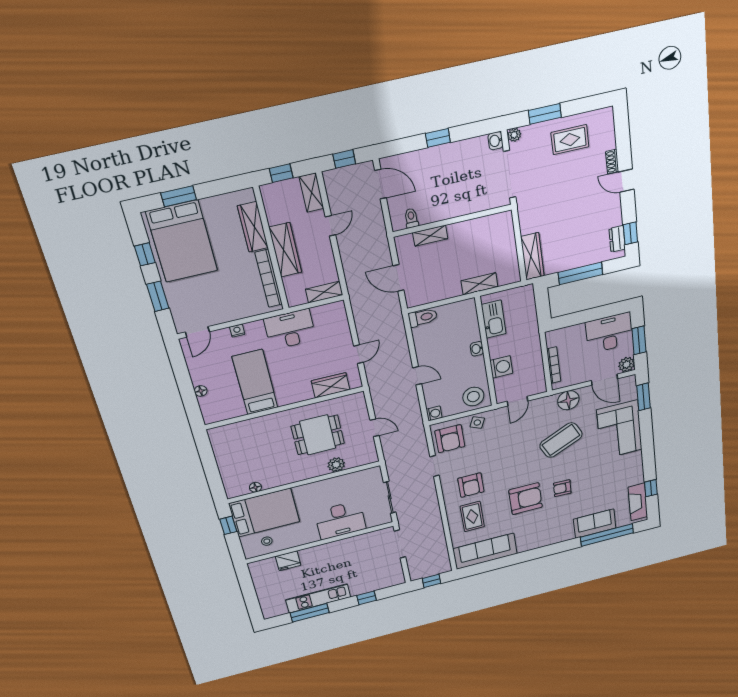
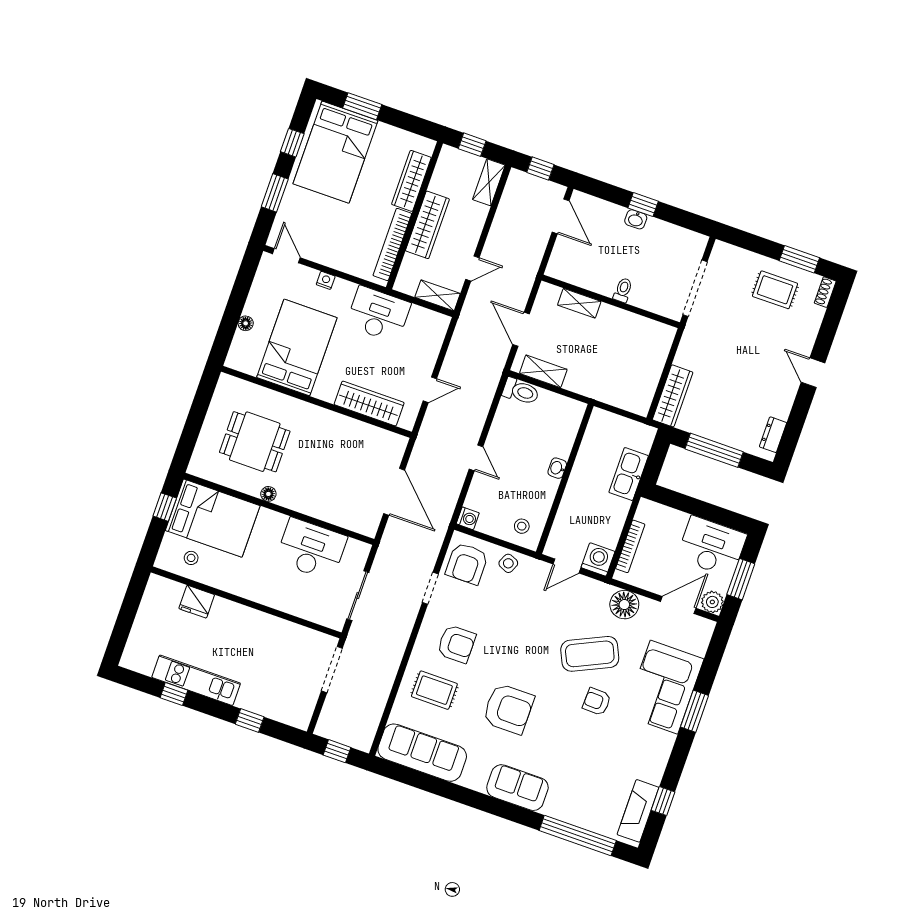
window: (545, 114) -> (799, 259), moved
plant: (514, 135) -> (721, 249), removed
washbasin: (496, 141) -> (636, 219), moved, turned -90
shoe rack: (612, 162) -> (825, 292), moved
toilet: (411, 218) -> (623, 290), moved
door: (330, 226) -> (472, 268), moved
window: (630, 233) -> (790, 437), removed
shelving: (479, 284) -> (543, 371), moved
kitchen sink: (494, 319) -> (629, 474), moved, turned 180
door: (197, 332) -> (286, 256), swing flipped
washing machine: (501, 367) -> (598, 559), moved, turned -90
door: (604, 380) -> (678, 605), swing flipped
bed: (255, 382) -> (297, 348), width x1.50
wardrobe: (331, 385) -> (369, 403), width x1.50
stool: (473, 397) -> (522, 526), width x0.53, depth x0.53
window: (644, 397) -> (694, 711), moved
door: (375, 428) -> (394, 492), width x1.87
dining table: (318, 435) -> (255, 442), moved
plant: (336, 465) -> (326, 510), removed
armchair: (471, 485) -> (456, 644), turned -90
floor lamp: (255, 487) -> (268, 494), moved
armchair: (562, 488) -> (597, 702), moved
rug: (472, 516) -> (434, 690), turned 90
desk: (340, 520) -> (311, 549), moved, turned 180
sofa: (595, 524) -> (517, 788), moved
window: (310, 613) -> (174, 694), width x0.46

